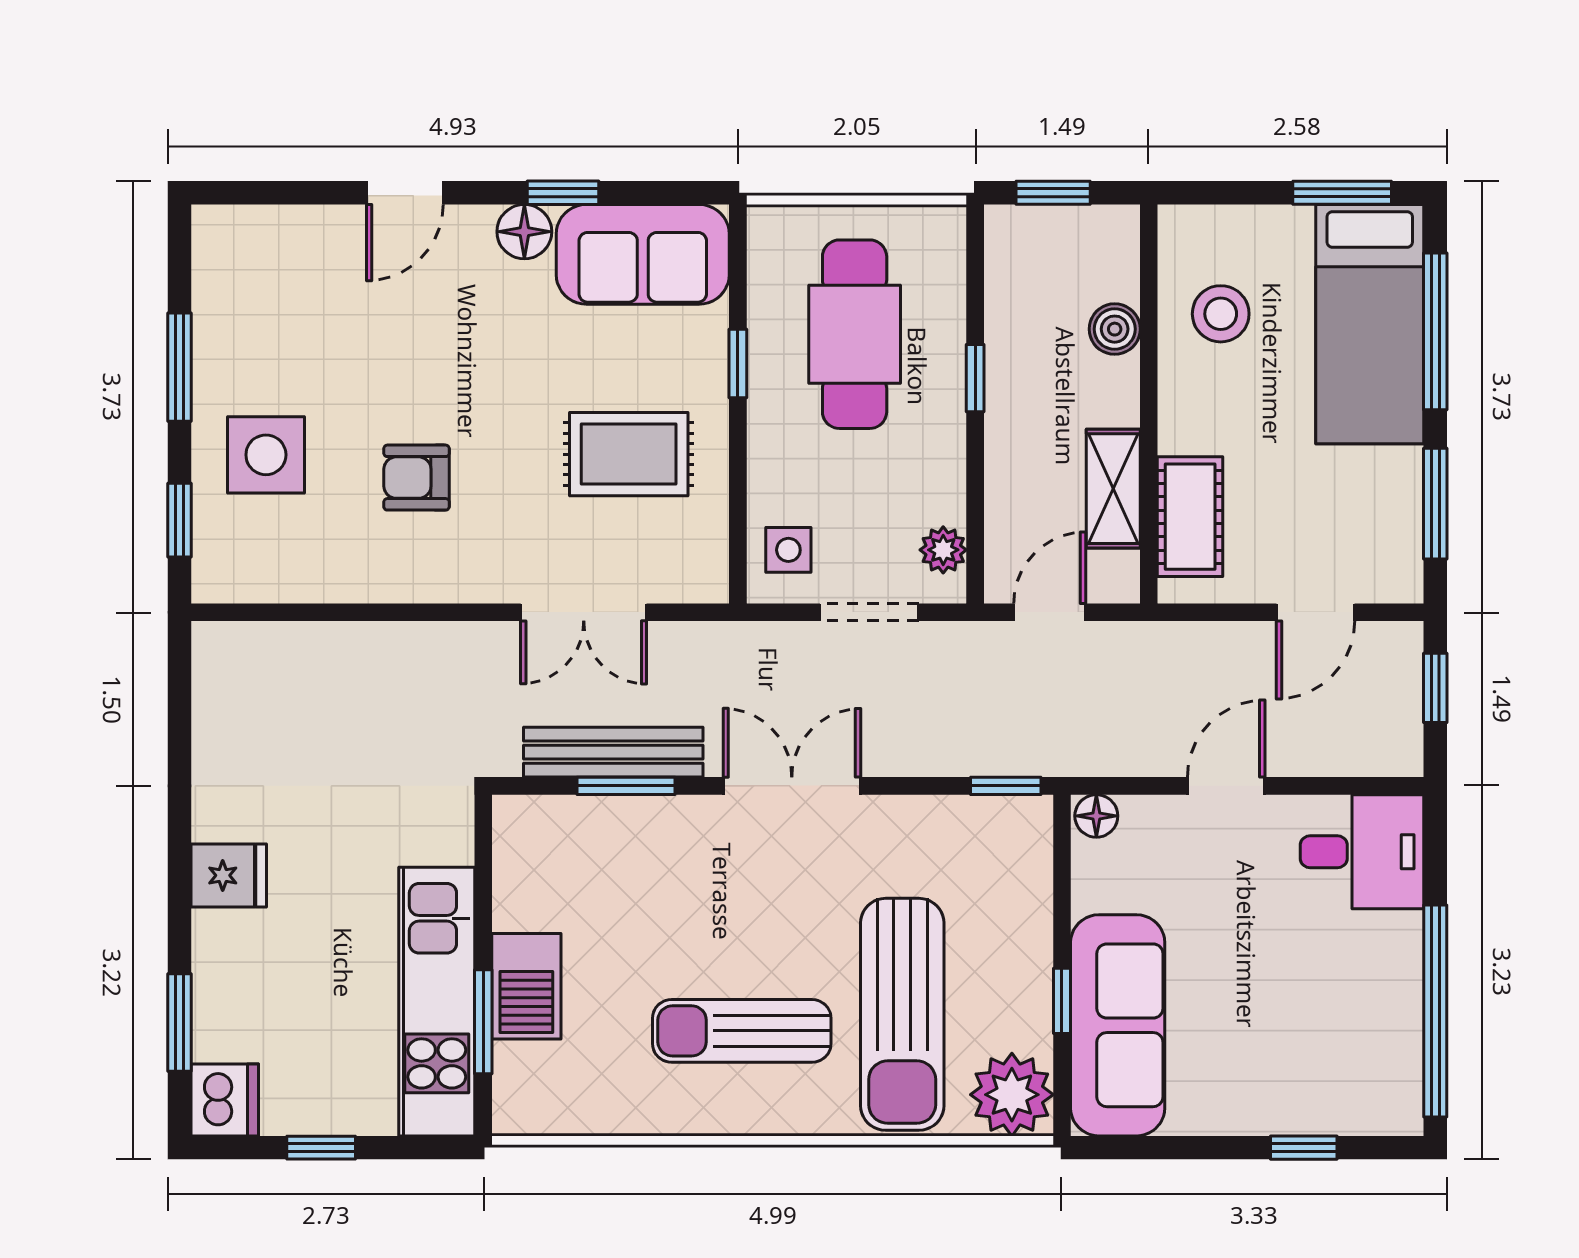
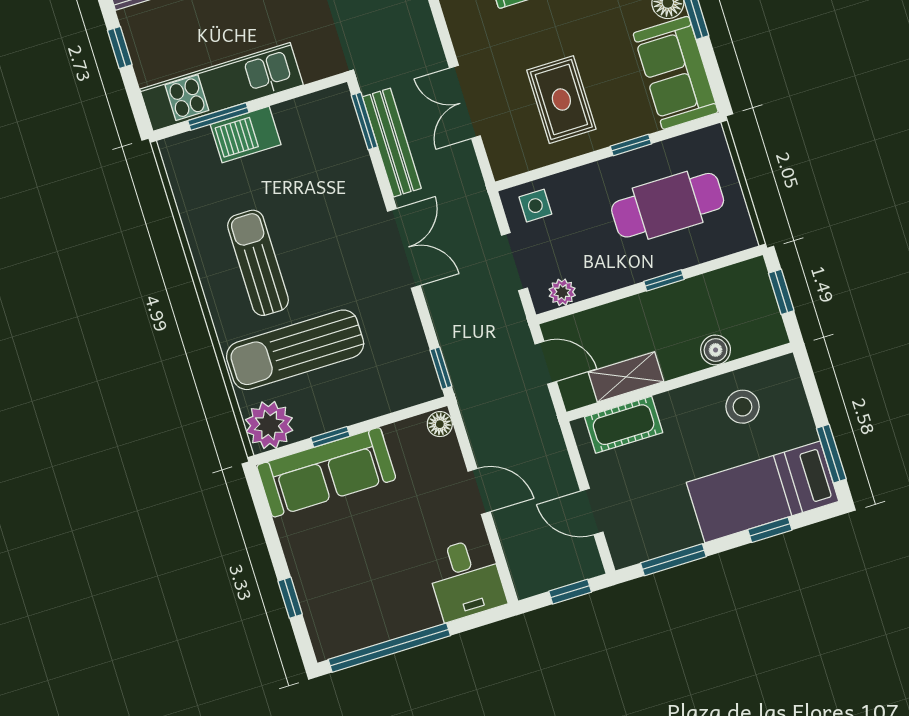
window: (1435, 331) -> (770, 530), width x0.46
window: (626, 786) -> (364, 121), moved

